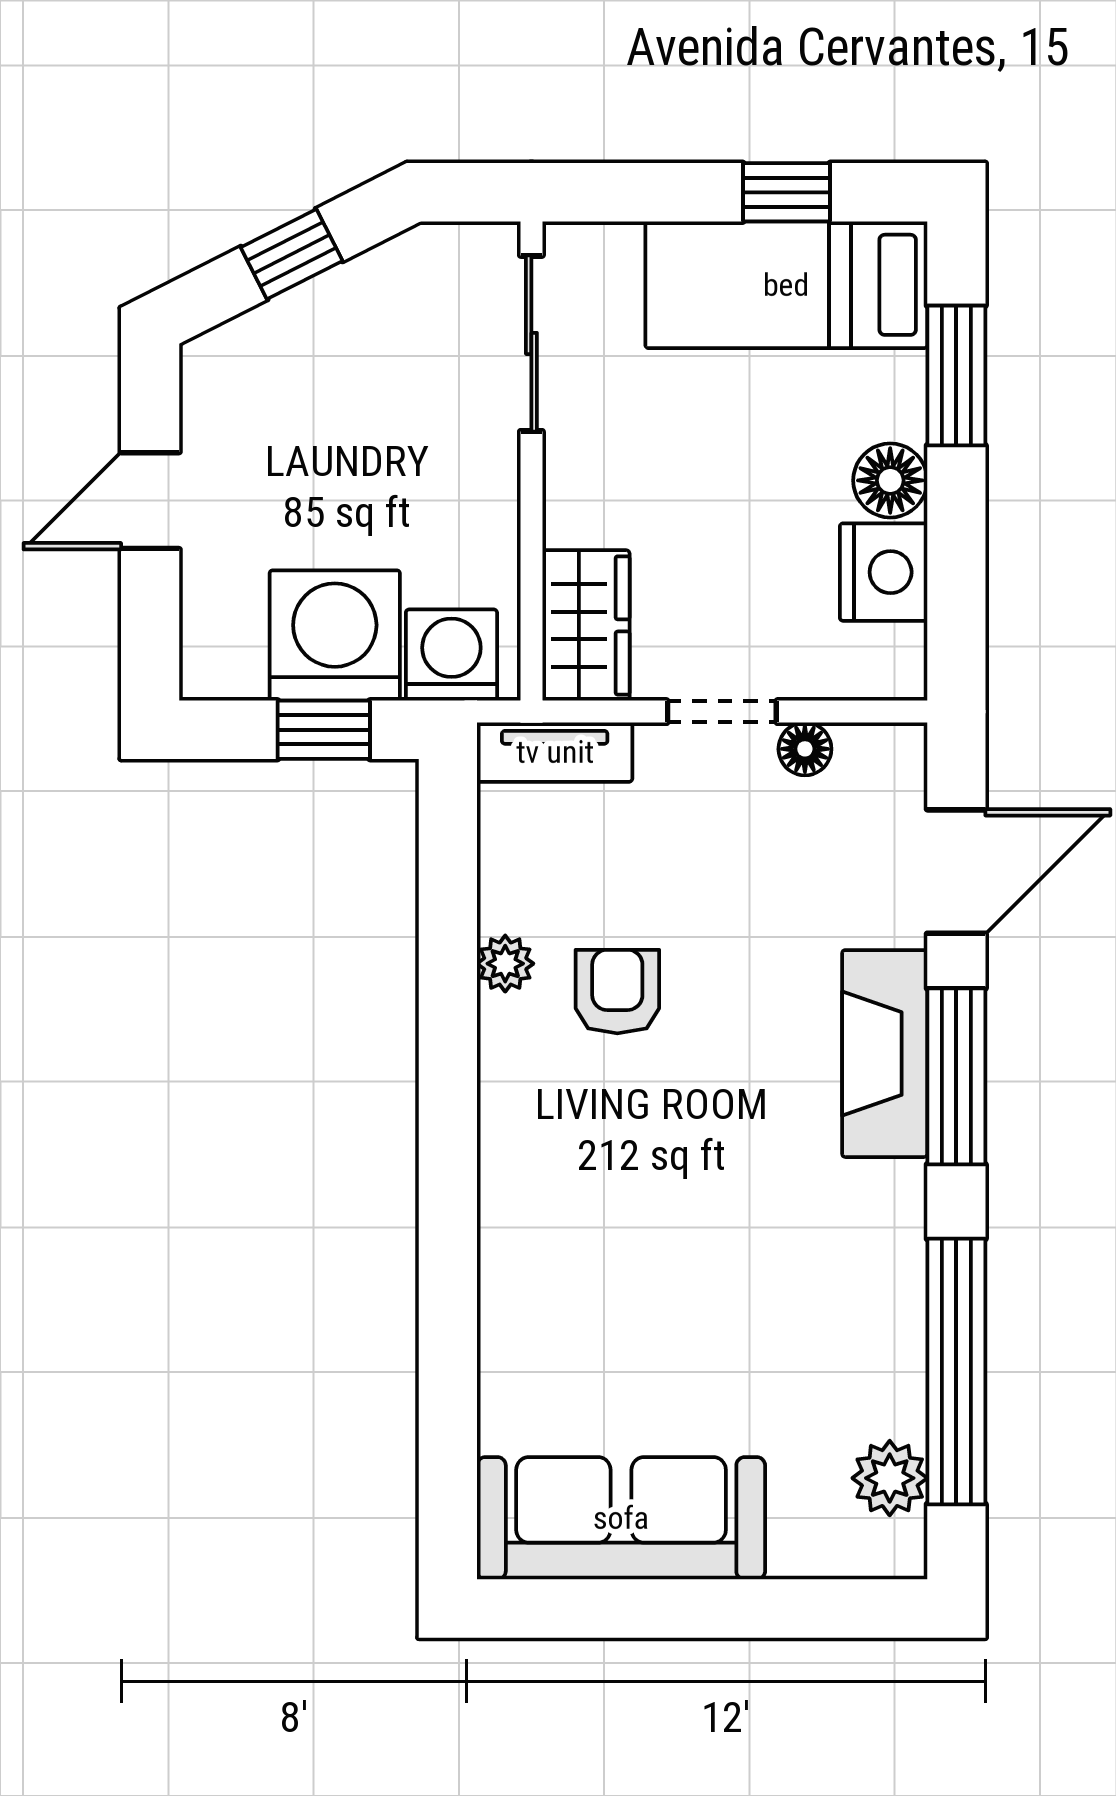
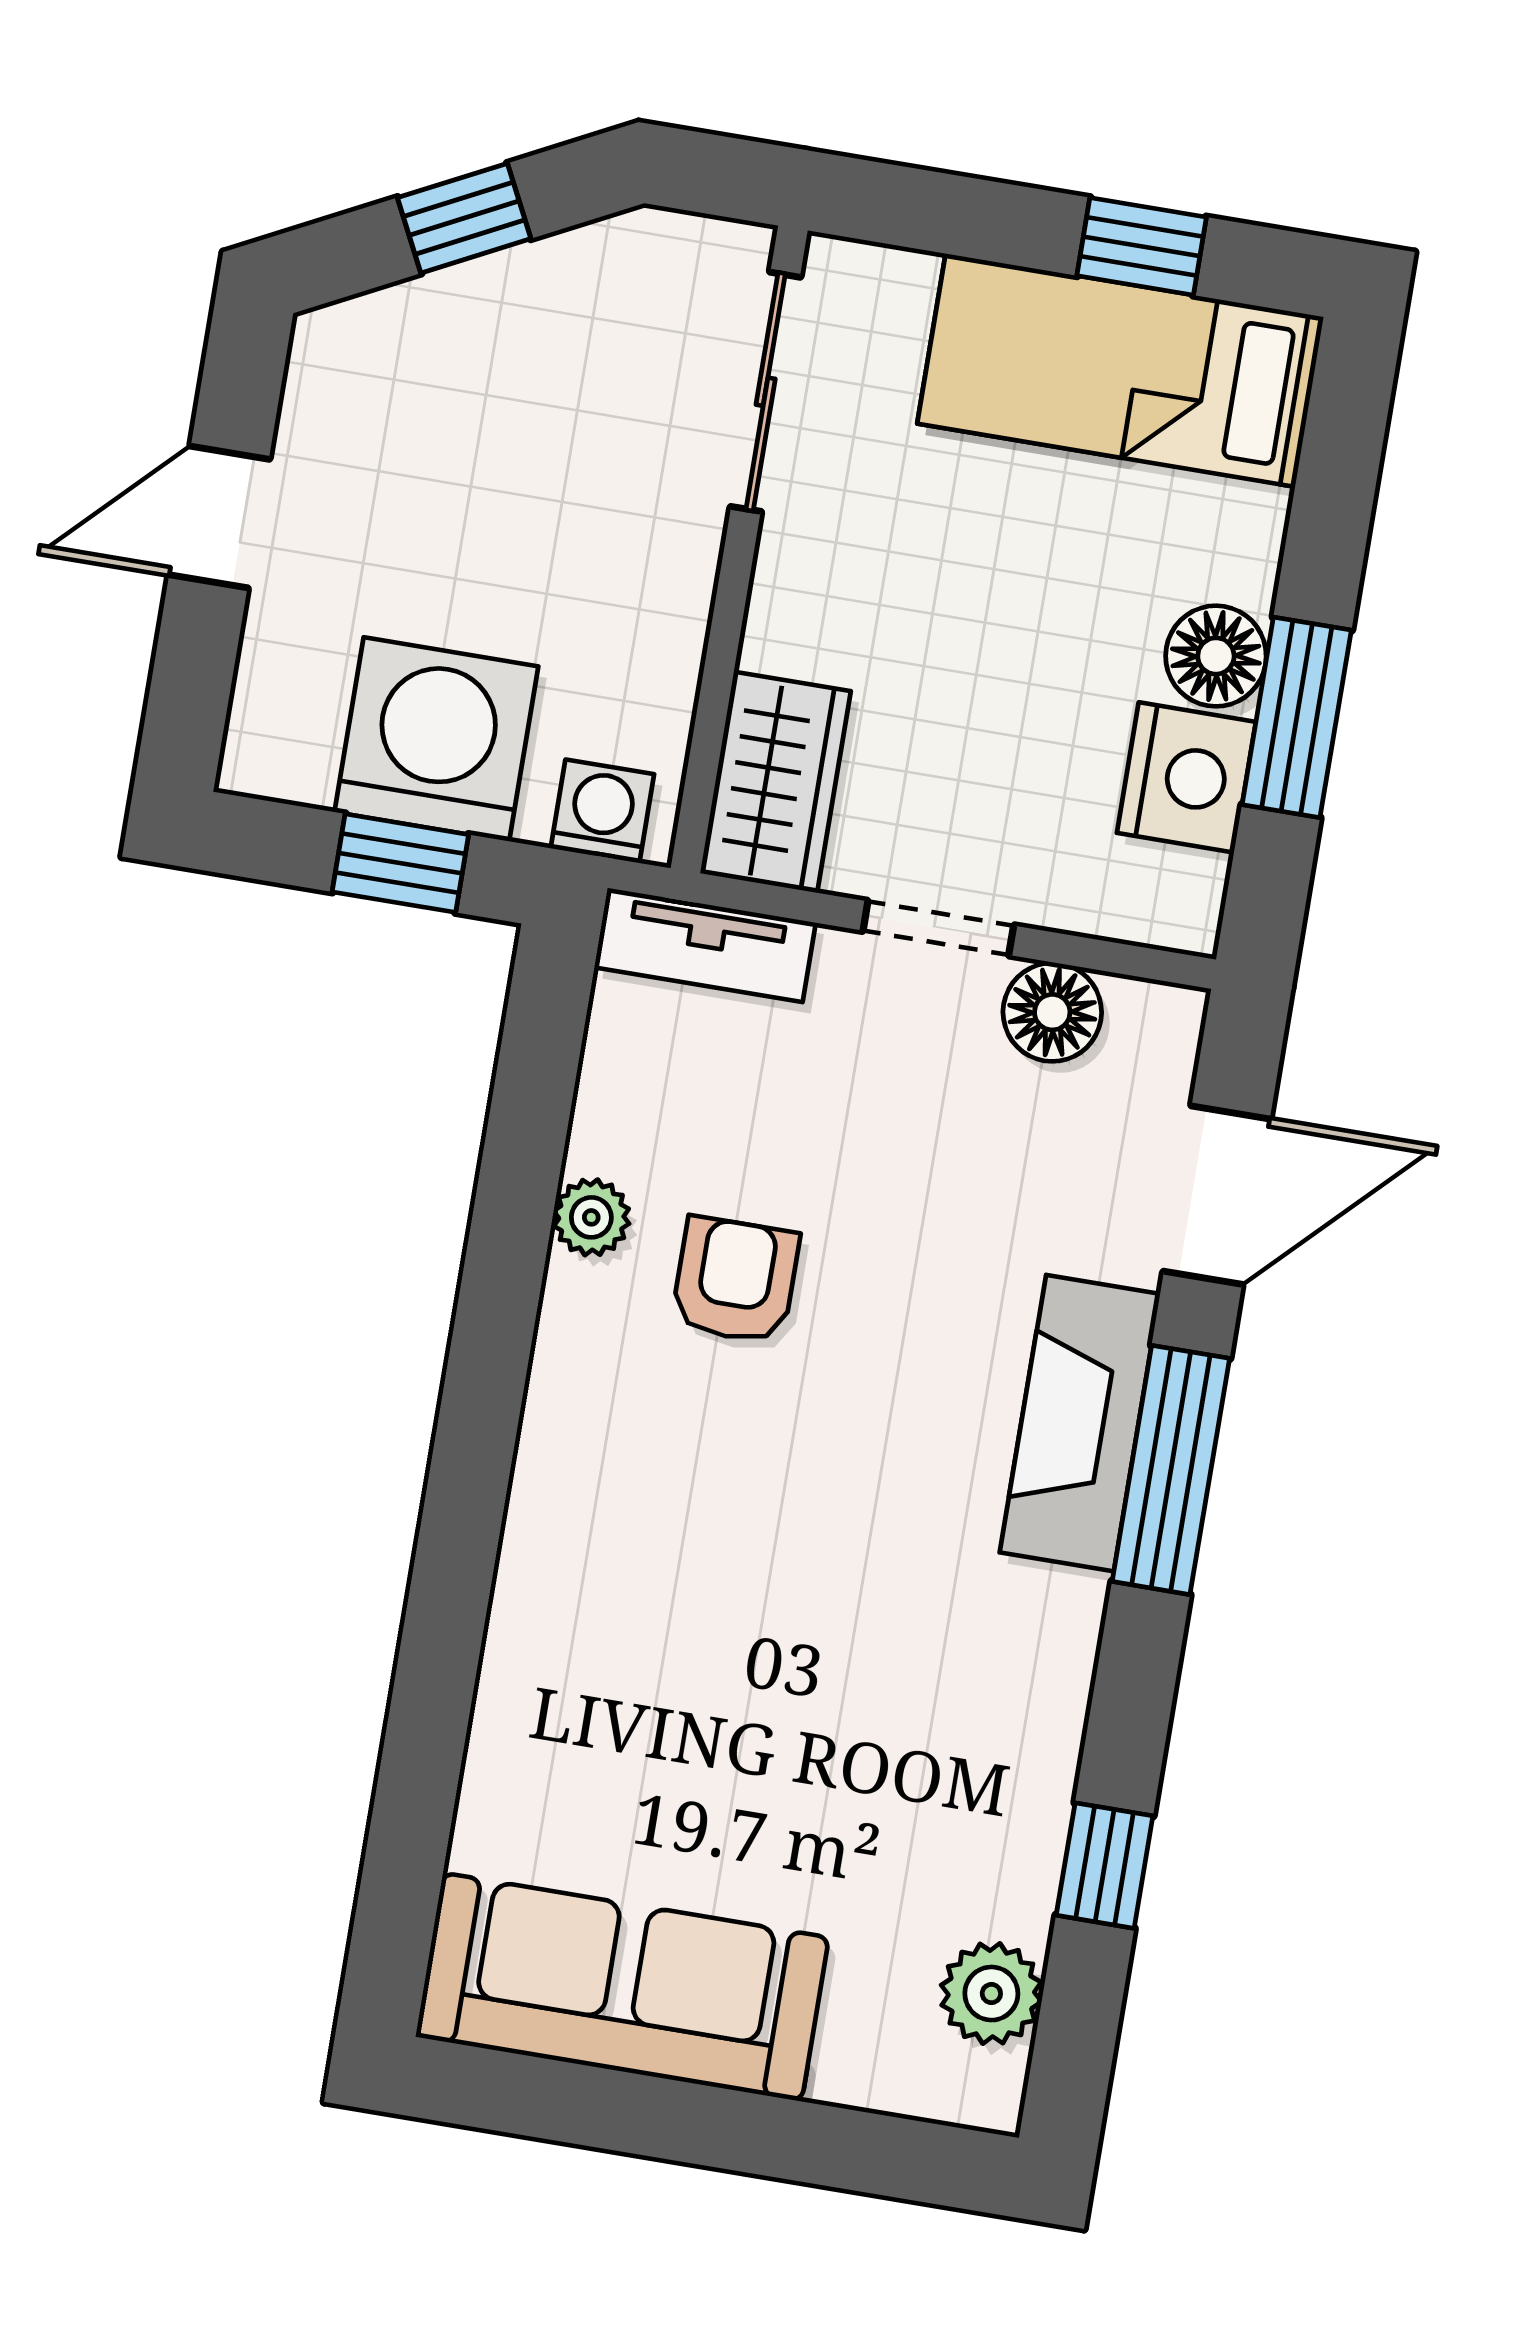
window: (956, 376) -> (1297, 717), moved
washing machine: (451, 655) -> (602, 811), width x0.73, depth x0.73
floor lamp: (805, 749) -> (1052, 1012), width x1.37, depth x1.37
window: (956, 1371) -> (1105, 1866), width x0.32

